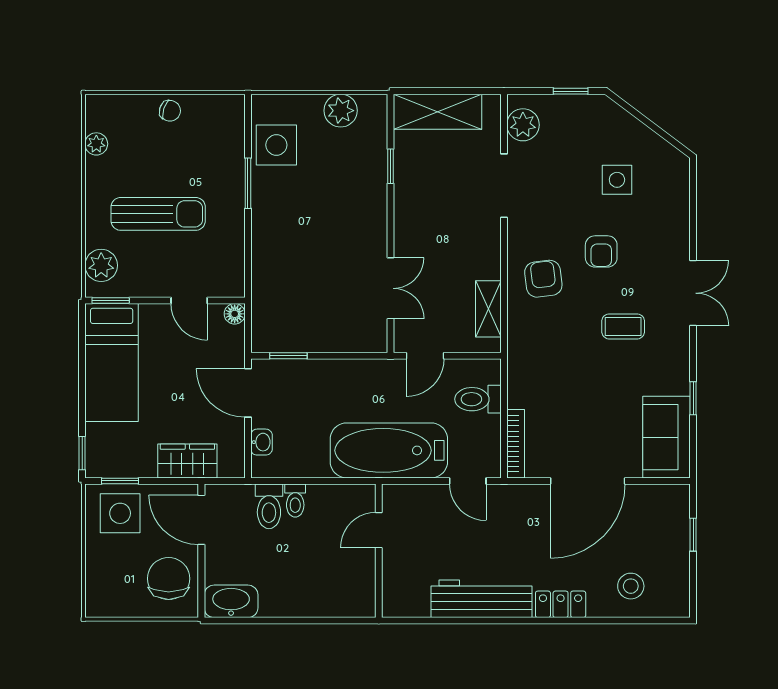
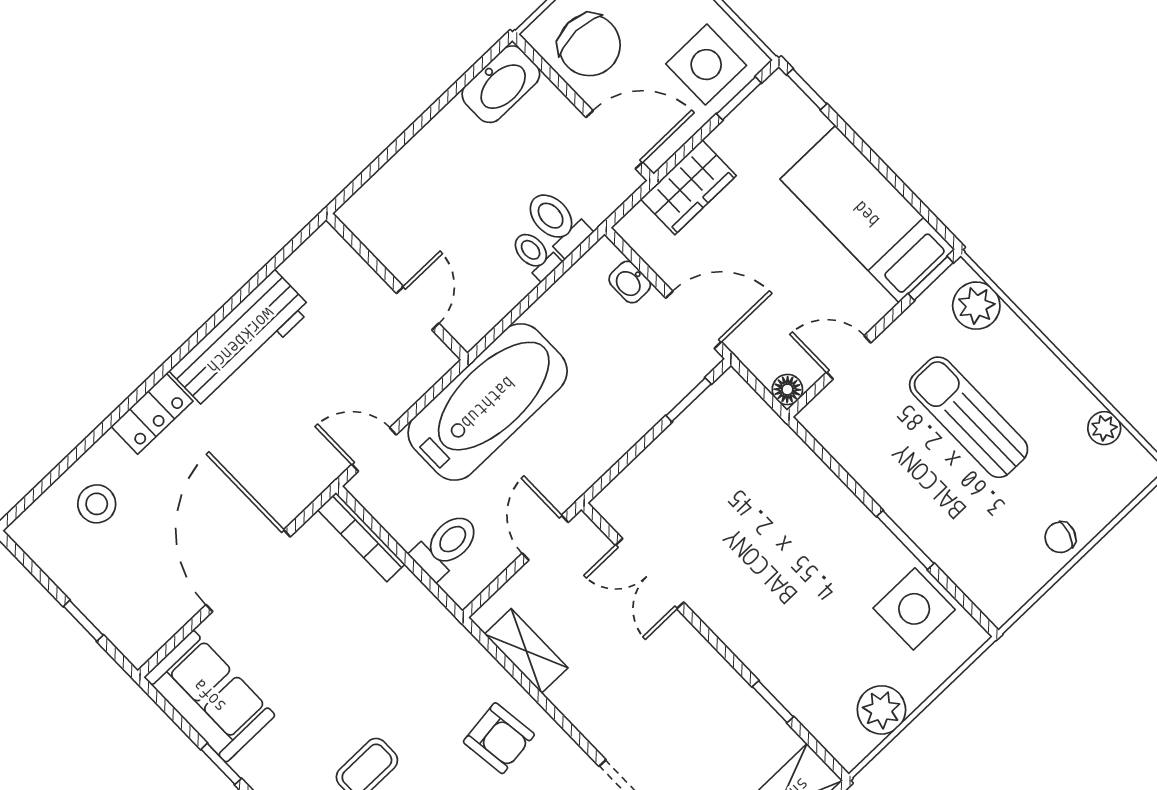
sun lounger: (158, 214) -> (969, 417), turned 90

